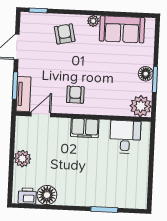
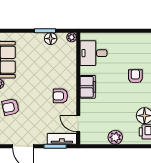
floor lamp: (146, 74) -> (51, 39), moved
plant: (141, 106) -> (72, 37), width x0.53, depth x0.53
armchair: (95, 186) -> (135, 76), added

